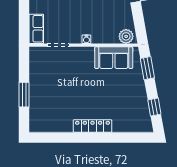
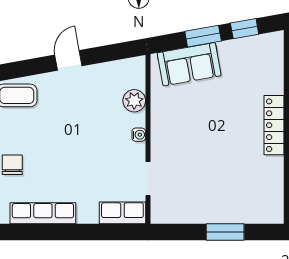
plant: (126, 36) -> (134, 101), moved
sofa: (114, 58) -> (189, 64), moved, turned 80
window: (147, 68) -> (203, 36), moved

